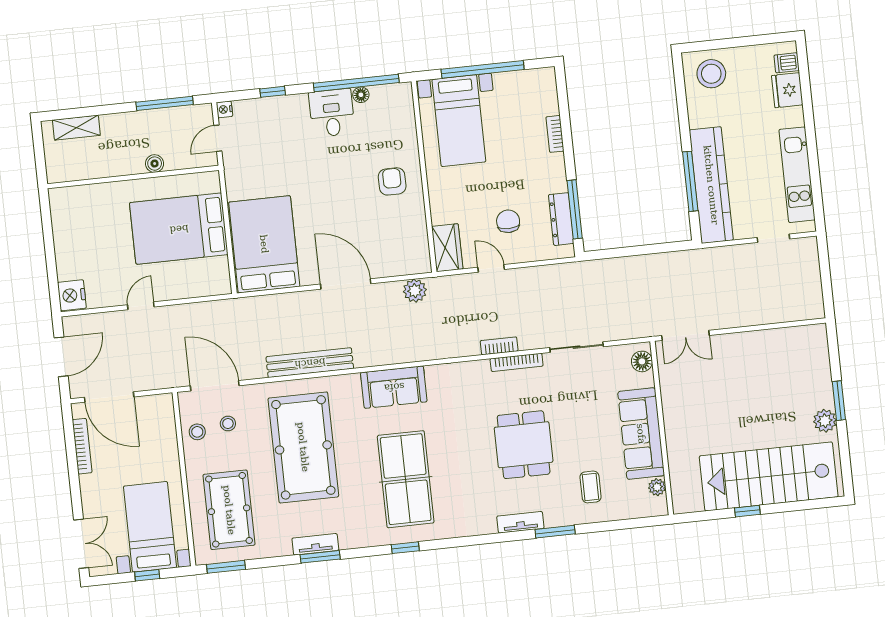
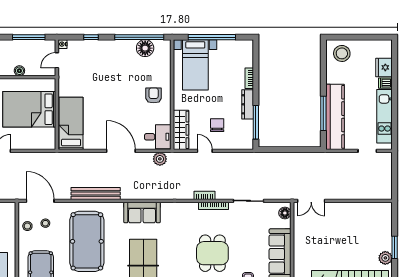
dishwasher: (787, 63) -> (385, 83), moved
floor lamp: (361, 95) -> (145, 48), width x1.89, depth x1.89
desk: (332, 113) -> (158, 137), moved, turned 90
dresser: (561, 219) -> (248, 104), moved
bed: (264, 244) -> (71, 123), width x0.67
wardrobe: (447, 248) -> (181, 130), width x1.50

